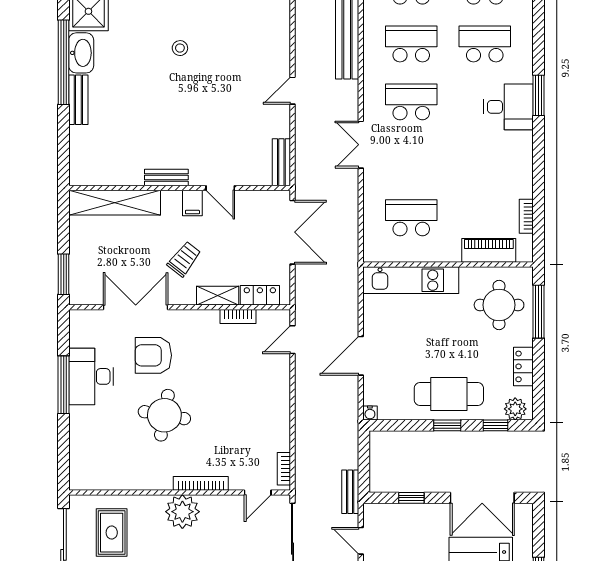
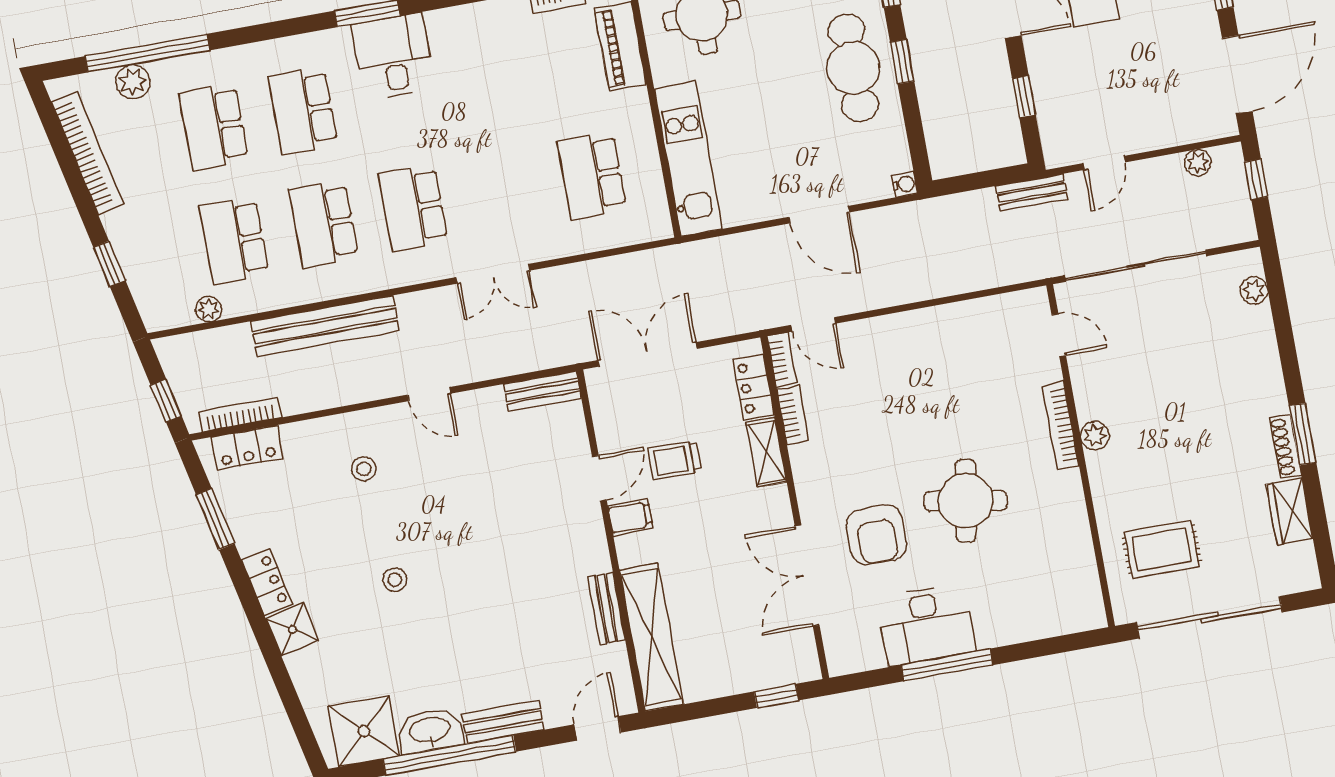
stool: (253, 41) -> (364, 469), added
door: (64, 158) -> (598, 728), added
bench: (166, 177) -> (606, 608), moved
trolley: (184, 259) -> (674, 460), moved, turned -38
window: (64, 274) -> (776, 696), width x0.67
bookcase: (284, 469) -> (782, 360), moved, turned -90
plant: (182, 512) -> (1095, 436), width x0.53, depth x0.53

